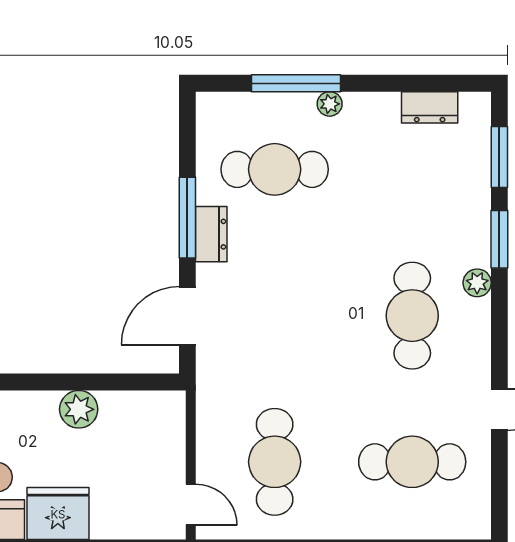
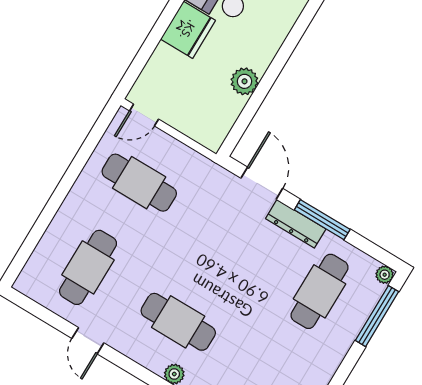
window: (296, 83) -> (377, 316), moved
plant: (330, 104) -> (385, 275), moved
dresser: (211, 234) -> (296, 224), width x1.44

